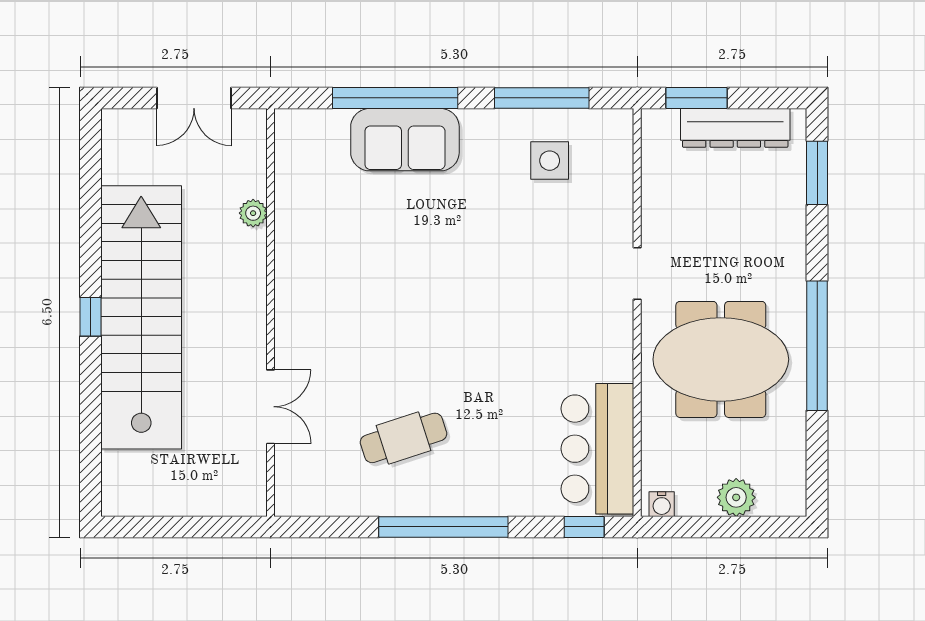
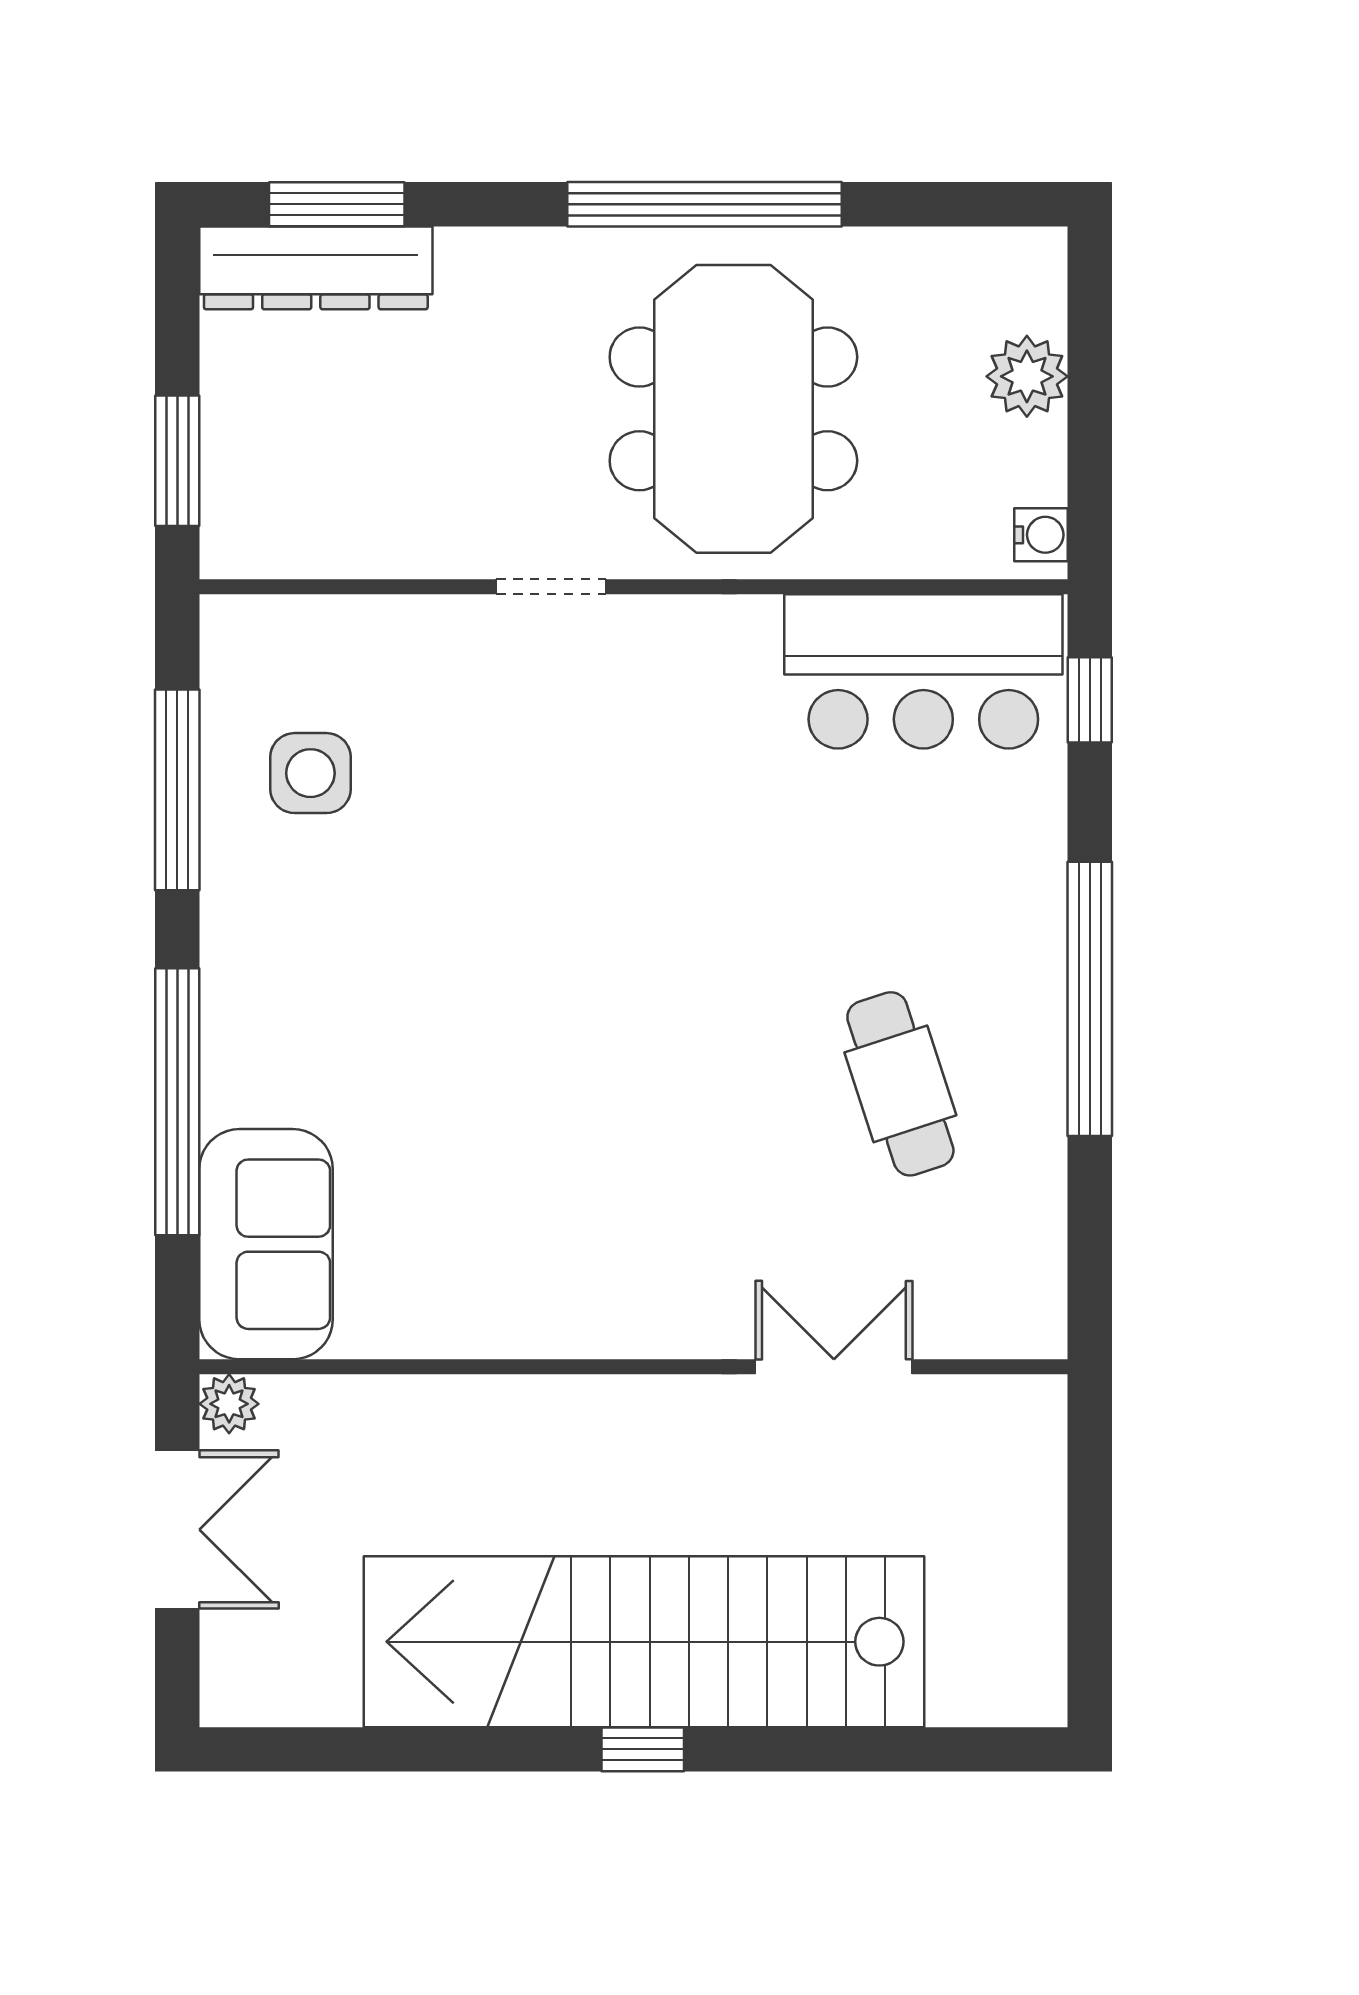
dresser: (735, 128) -> (316, 268), moved, turned 90
sofa: (405, 140) -> (266, 1244), moved
plant: (253, 213) -> (229, 1404), moved

